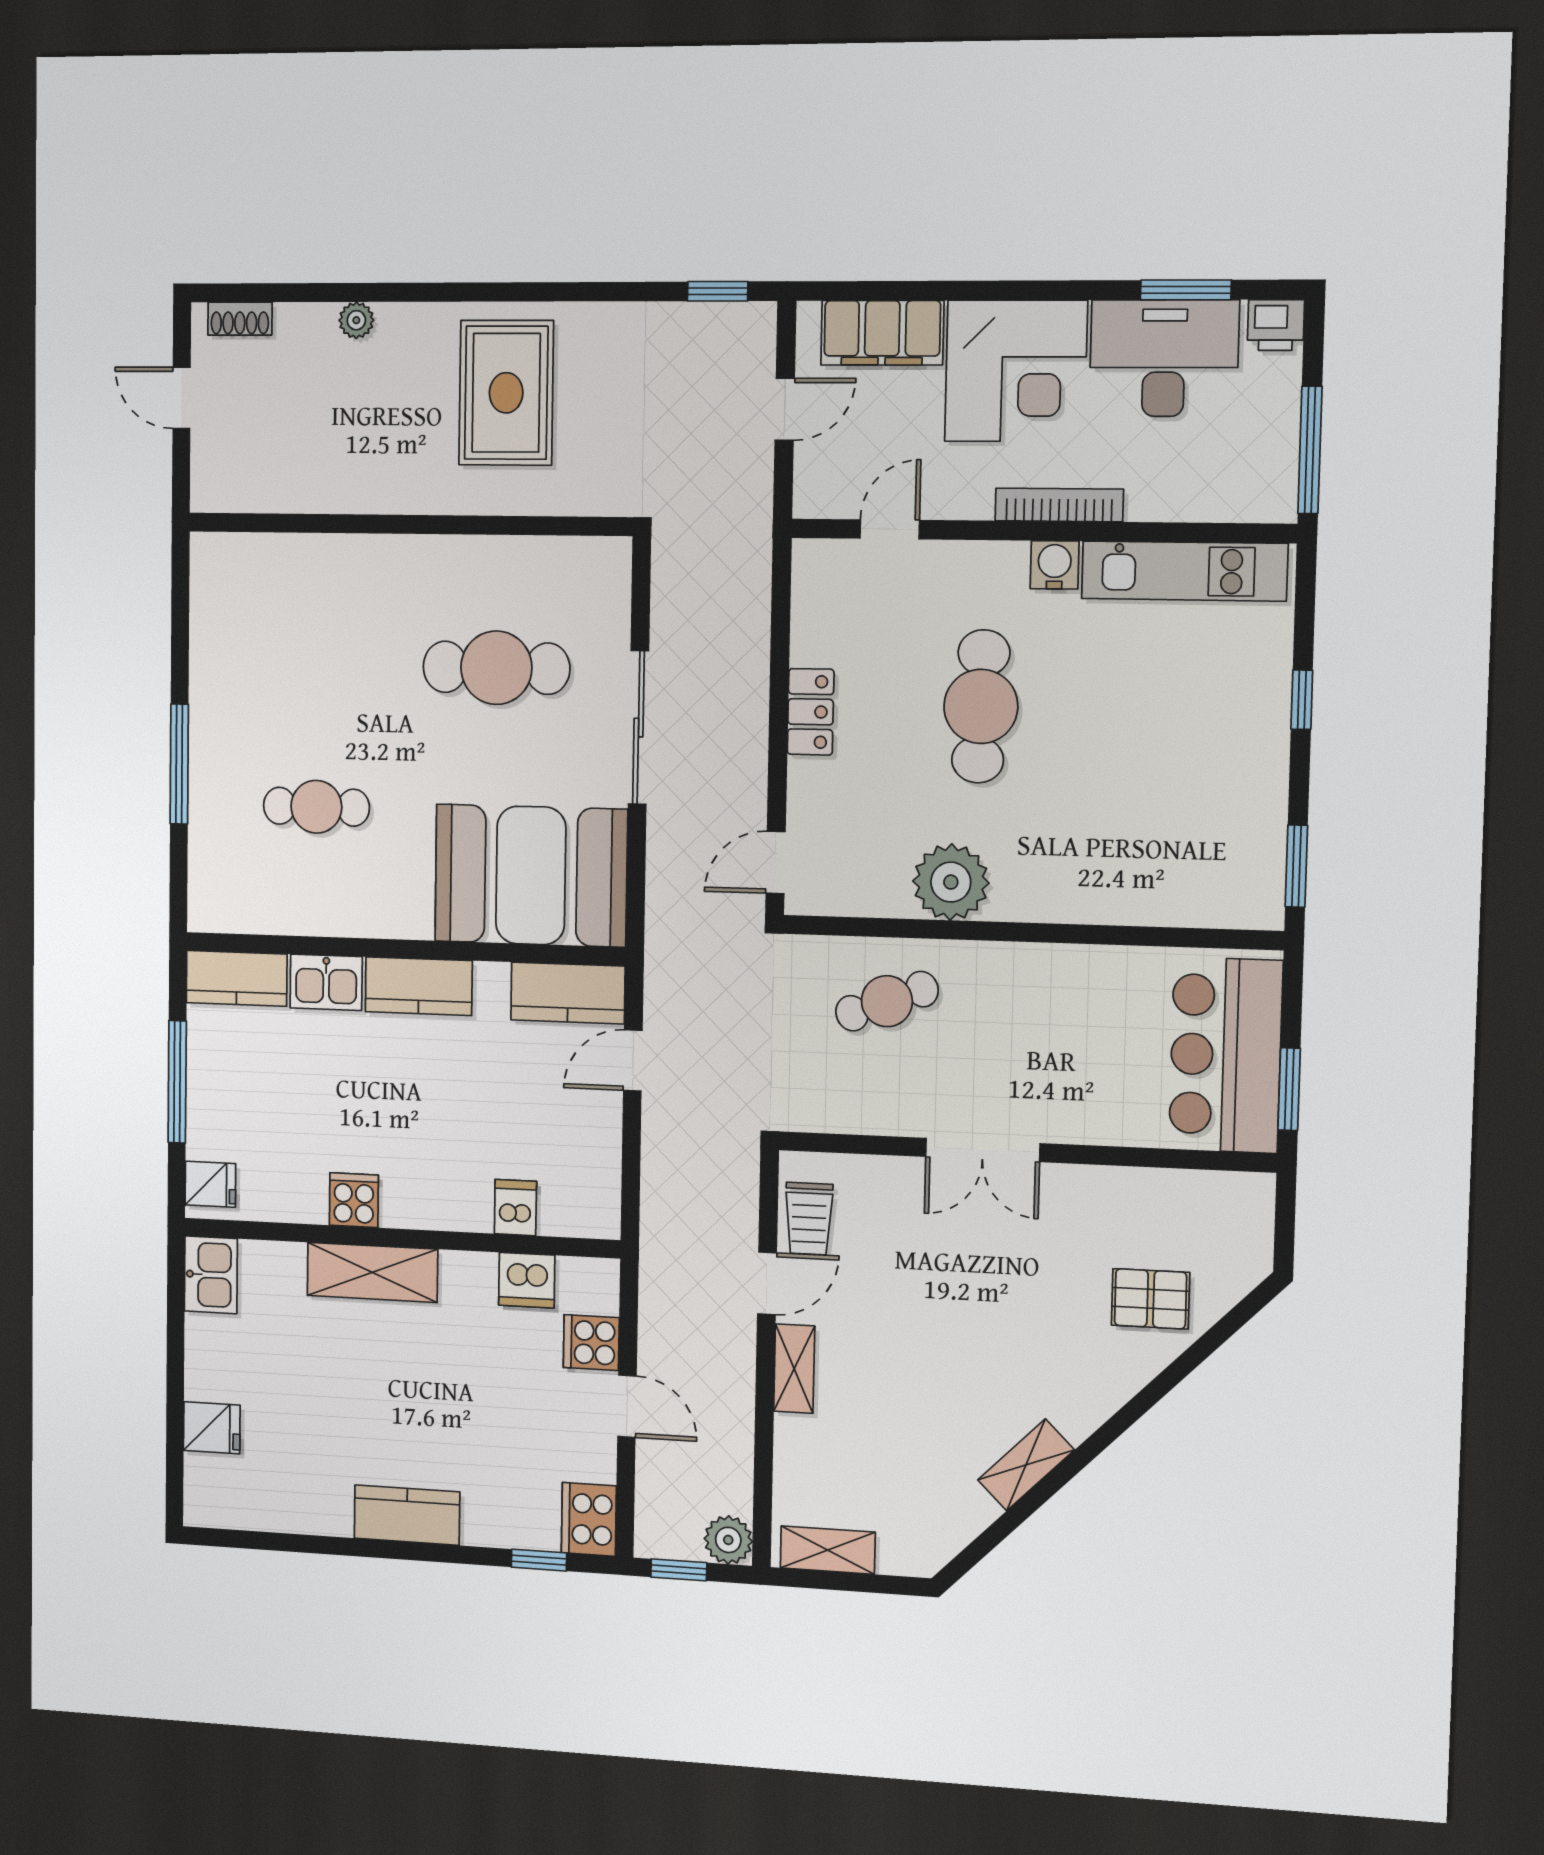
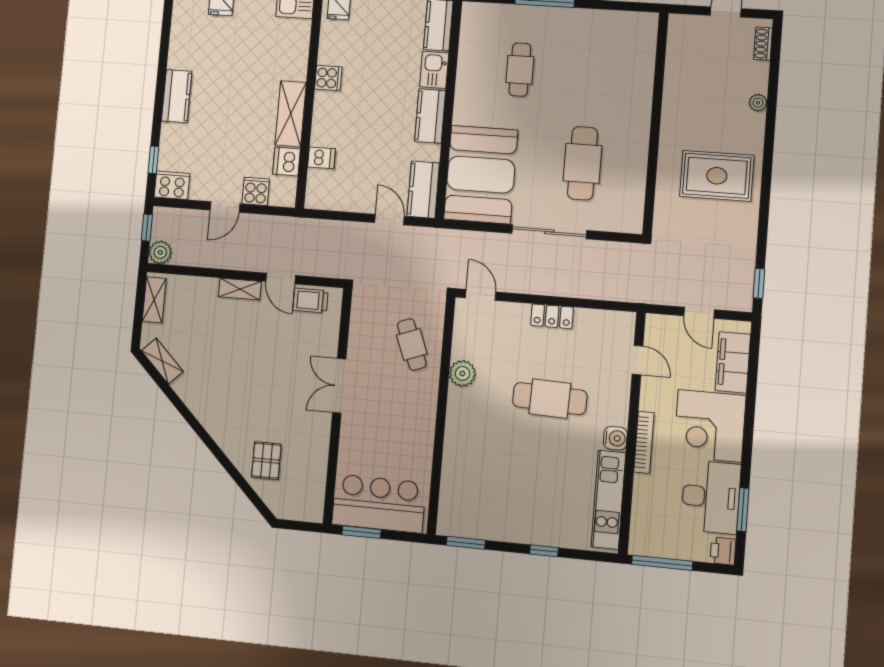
plant: (951, 882) -> (462, 373), width x0.73, depth x0.73
shelving: (372, 1272) -> (291, 114), moved
shelving: (1026, 1465) -> (162, 361), moved

